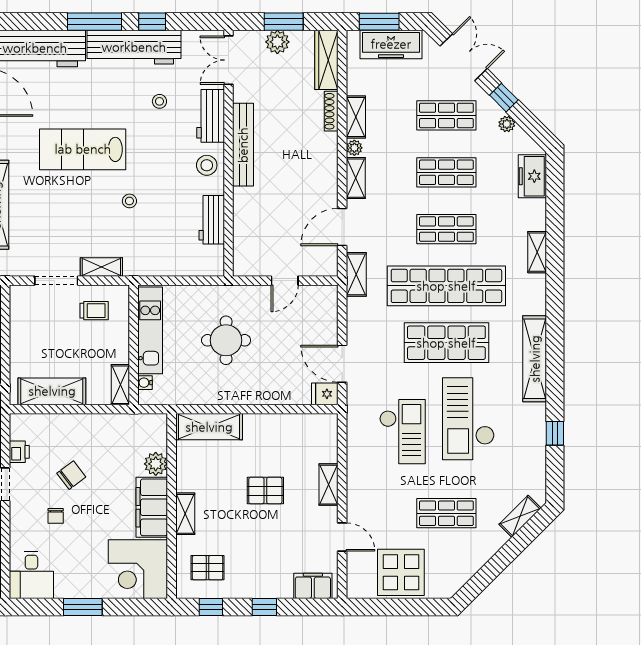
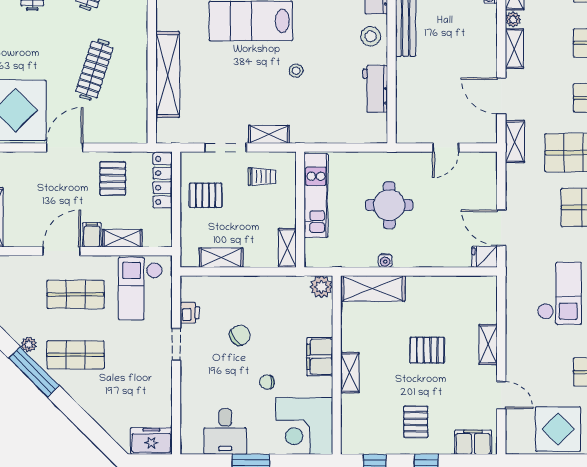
door: (342, 227) -> (501, 96), hinge flipped
pallet: (36, 330) -> (206, 195), added
water cooler: (145, 383) -> (385, 261), moved, turned -90
shelving: (52, 391) -> (221, 258), width x0.67, depth x0.75
plant: (156, 464) -> (321, 287), moved
filing cabinet: (152, 507) -> (320, 357), width x0.67, depth x0.86
chair: (56, 516) -> (267, 382), moved, turned 90
pallet: (208, 568) -> (416, 422), moved, turned 90
desk: (31, 575) -> (225, 432), moved

